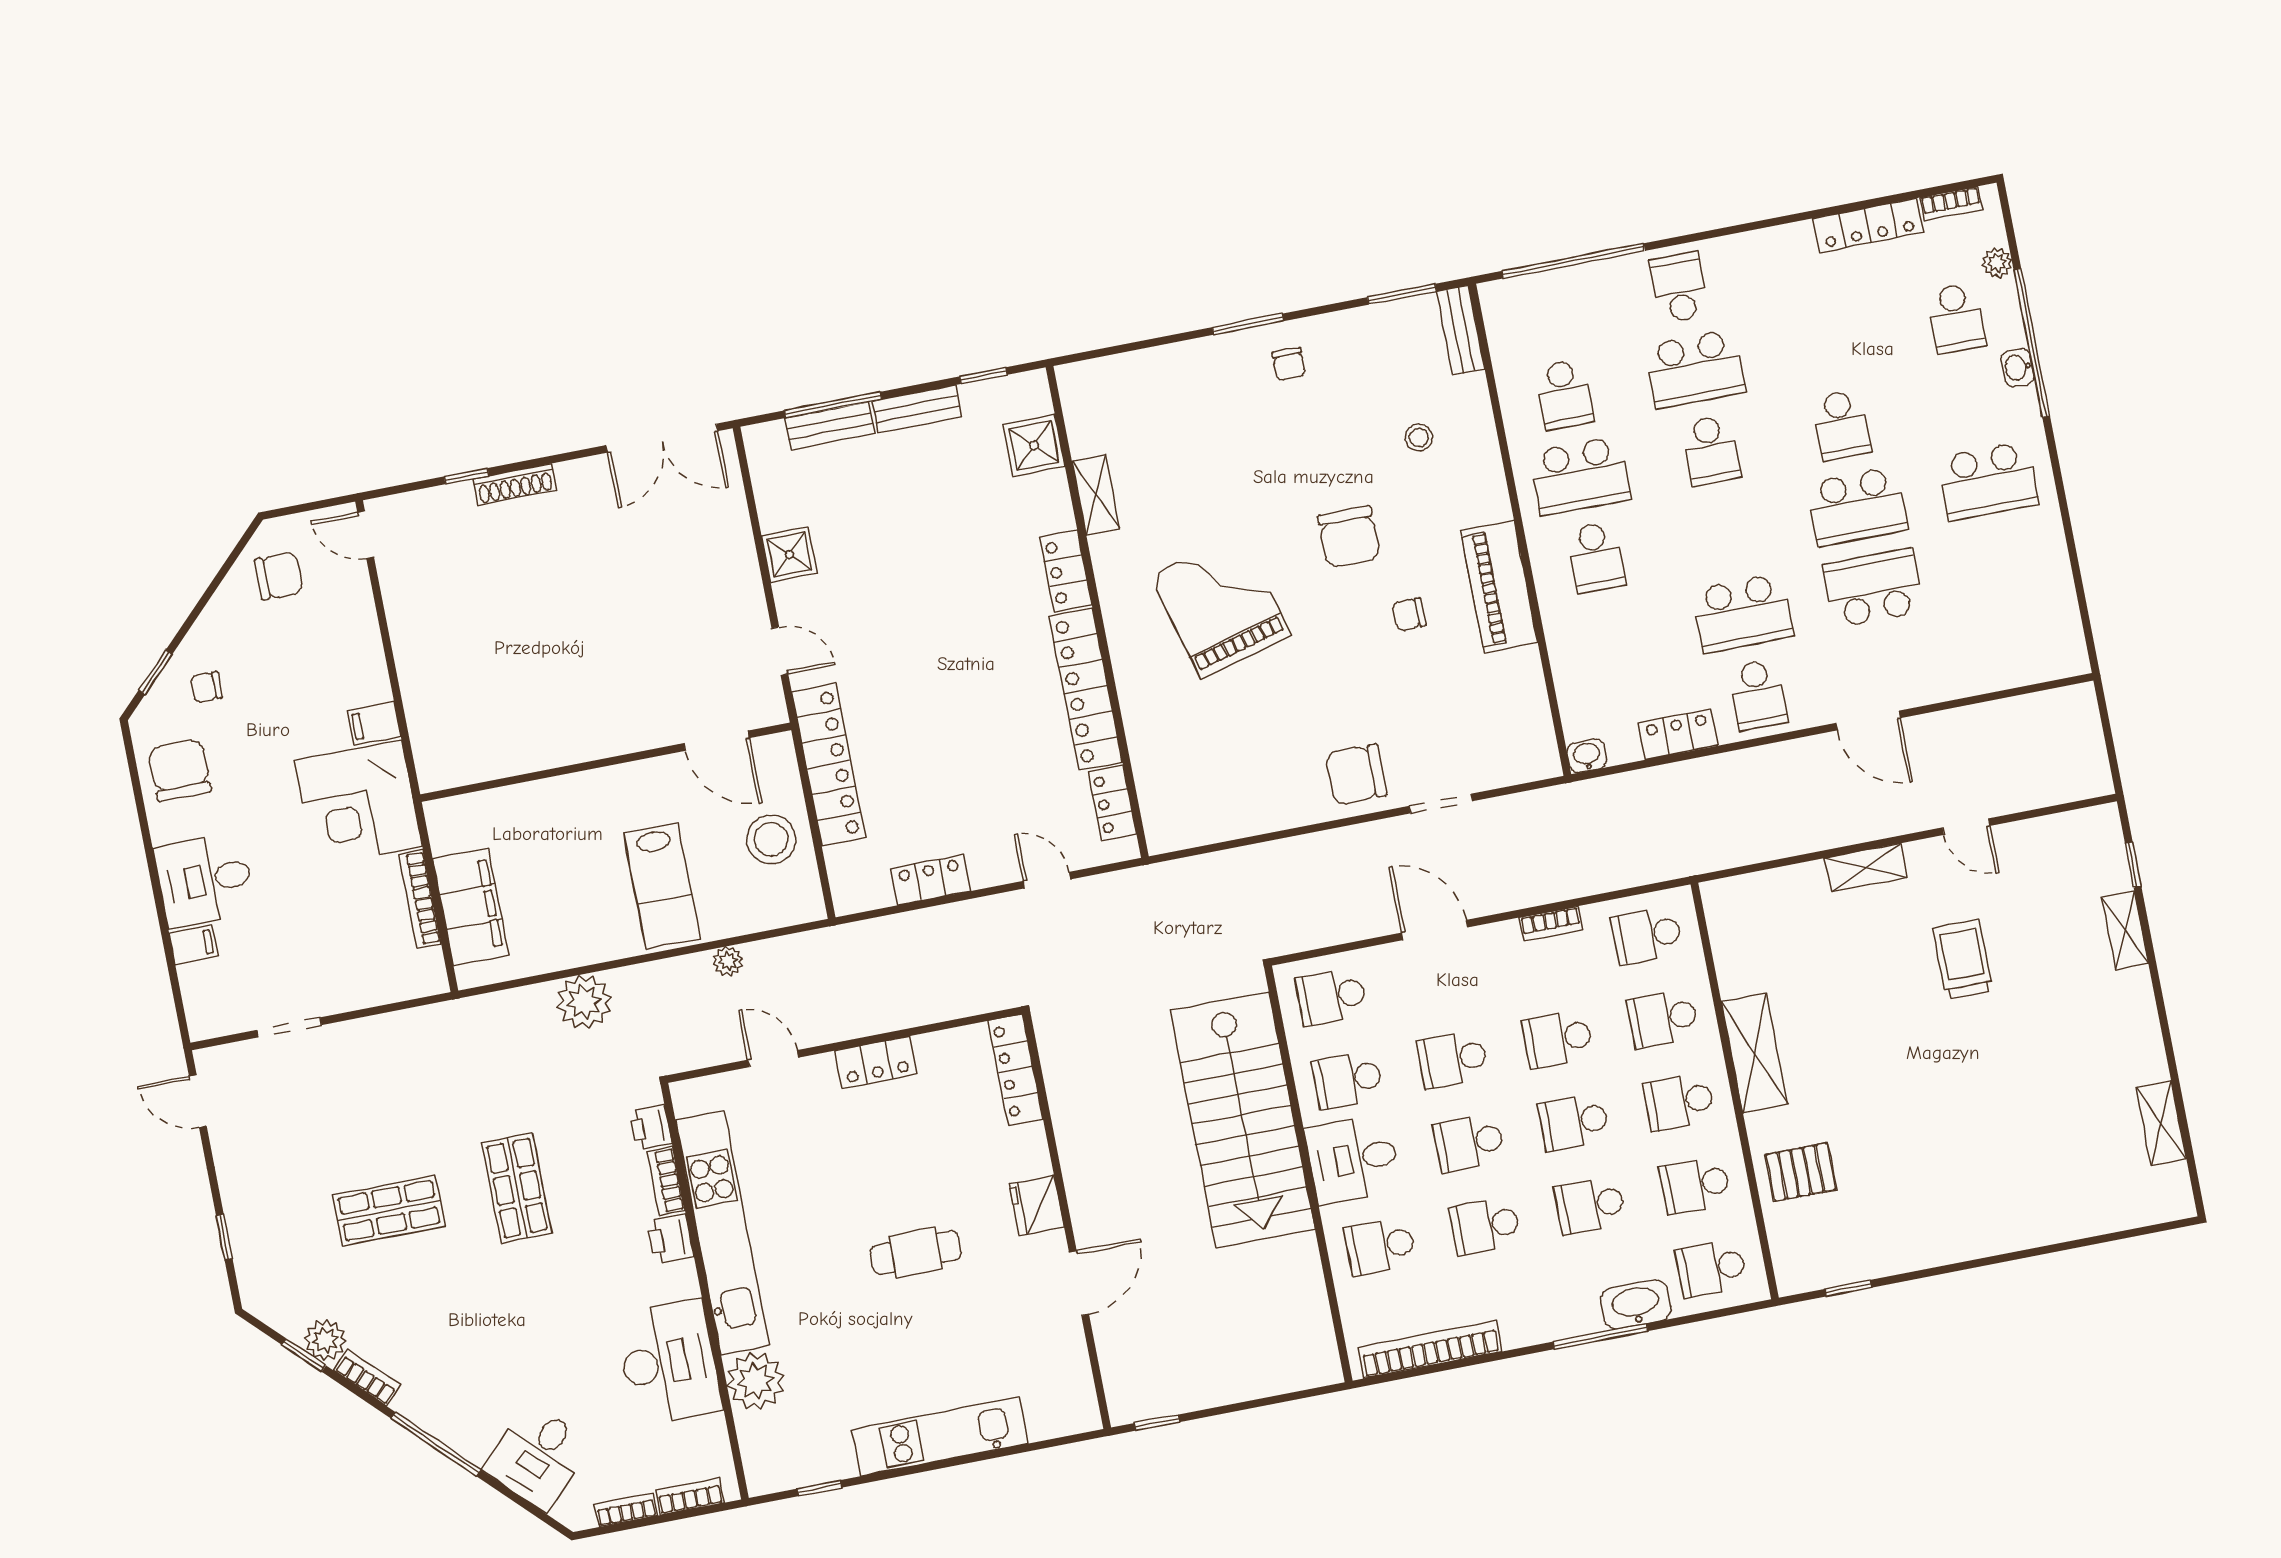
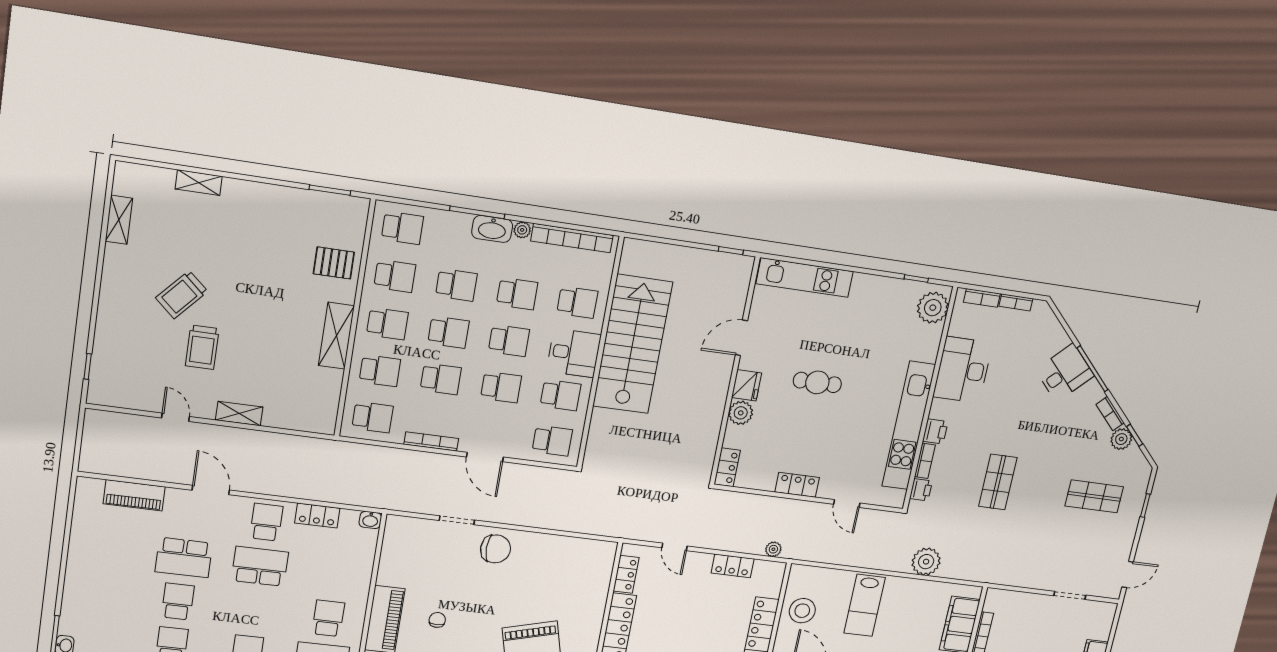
school desk: (1988, 481) -> (101, 593), removed
school desk: (1857, 506) -> (178, 601), width x0.54
chair: (1409, 614) -> (437, 620), turned -89
piano: (1989, 670) -> (134, 495), added
lab bench: (662, 886) -> (865, 605), turned 180
bookcase: (1551, 924) -> (431, 441), width x1.56
shelving: (2125, 930) -> (199, 183), moved, turned 90
plant: (728, 961) -> (773, 549), moved
trolley: (2024, 1035) -> (182, 295), added
locker: (1016, 1070) -> (727, 467), width x0.66
door: (198, 1101) -> (1128, 574), hinge flipped
stairs: (1243, 1120) -> (633, 344), moved
plant: (1027, 1154) -> (741, 413), added
shop shelf: (389, 1211) -> (1094, 496), moved
window: (1849, 1288) -> (330, 190), width x1.50
washbasin: (1636, 1304) -> (492, 229), moved
plant: (1517, 1334) -> (522, 230), added
plant: (756, 1381) -> (933, 308), moved
kitchen unit: (940, 1436) -> (805, 278), moved
desk: (538, 1457) -> (1065, 373), moved

